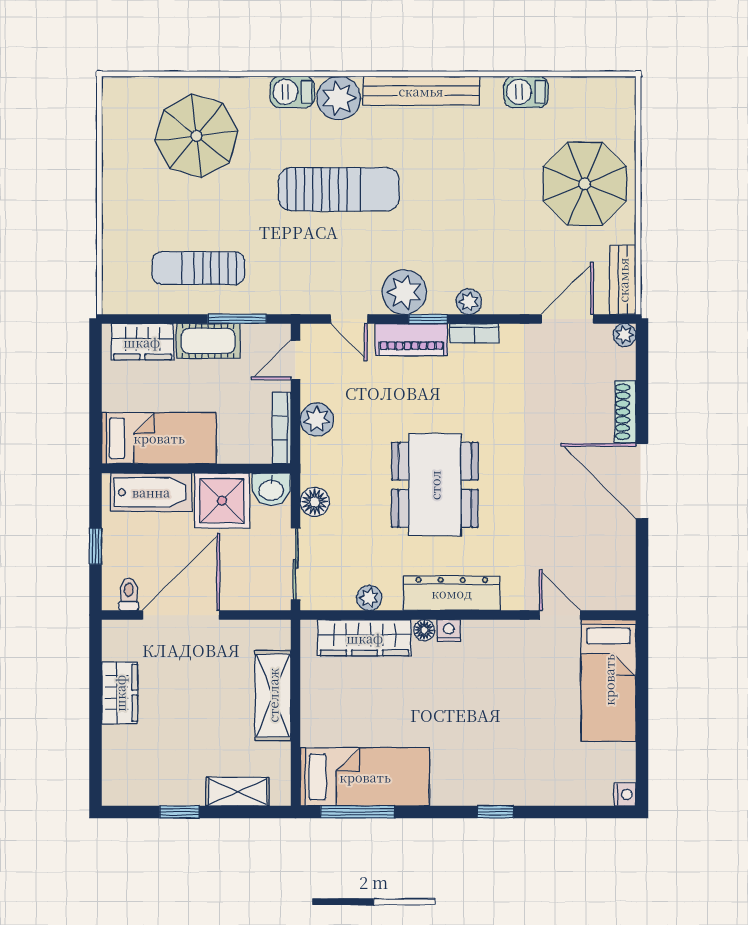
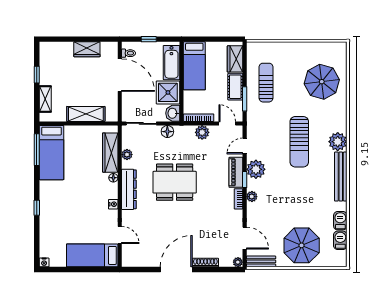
barbecue: (292, 92) -> (340, 240), moved
door: (560, 615) -> (120, 235), hinge flipped
nightstand: (449, 631) -> (113, 204), moved

